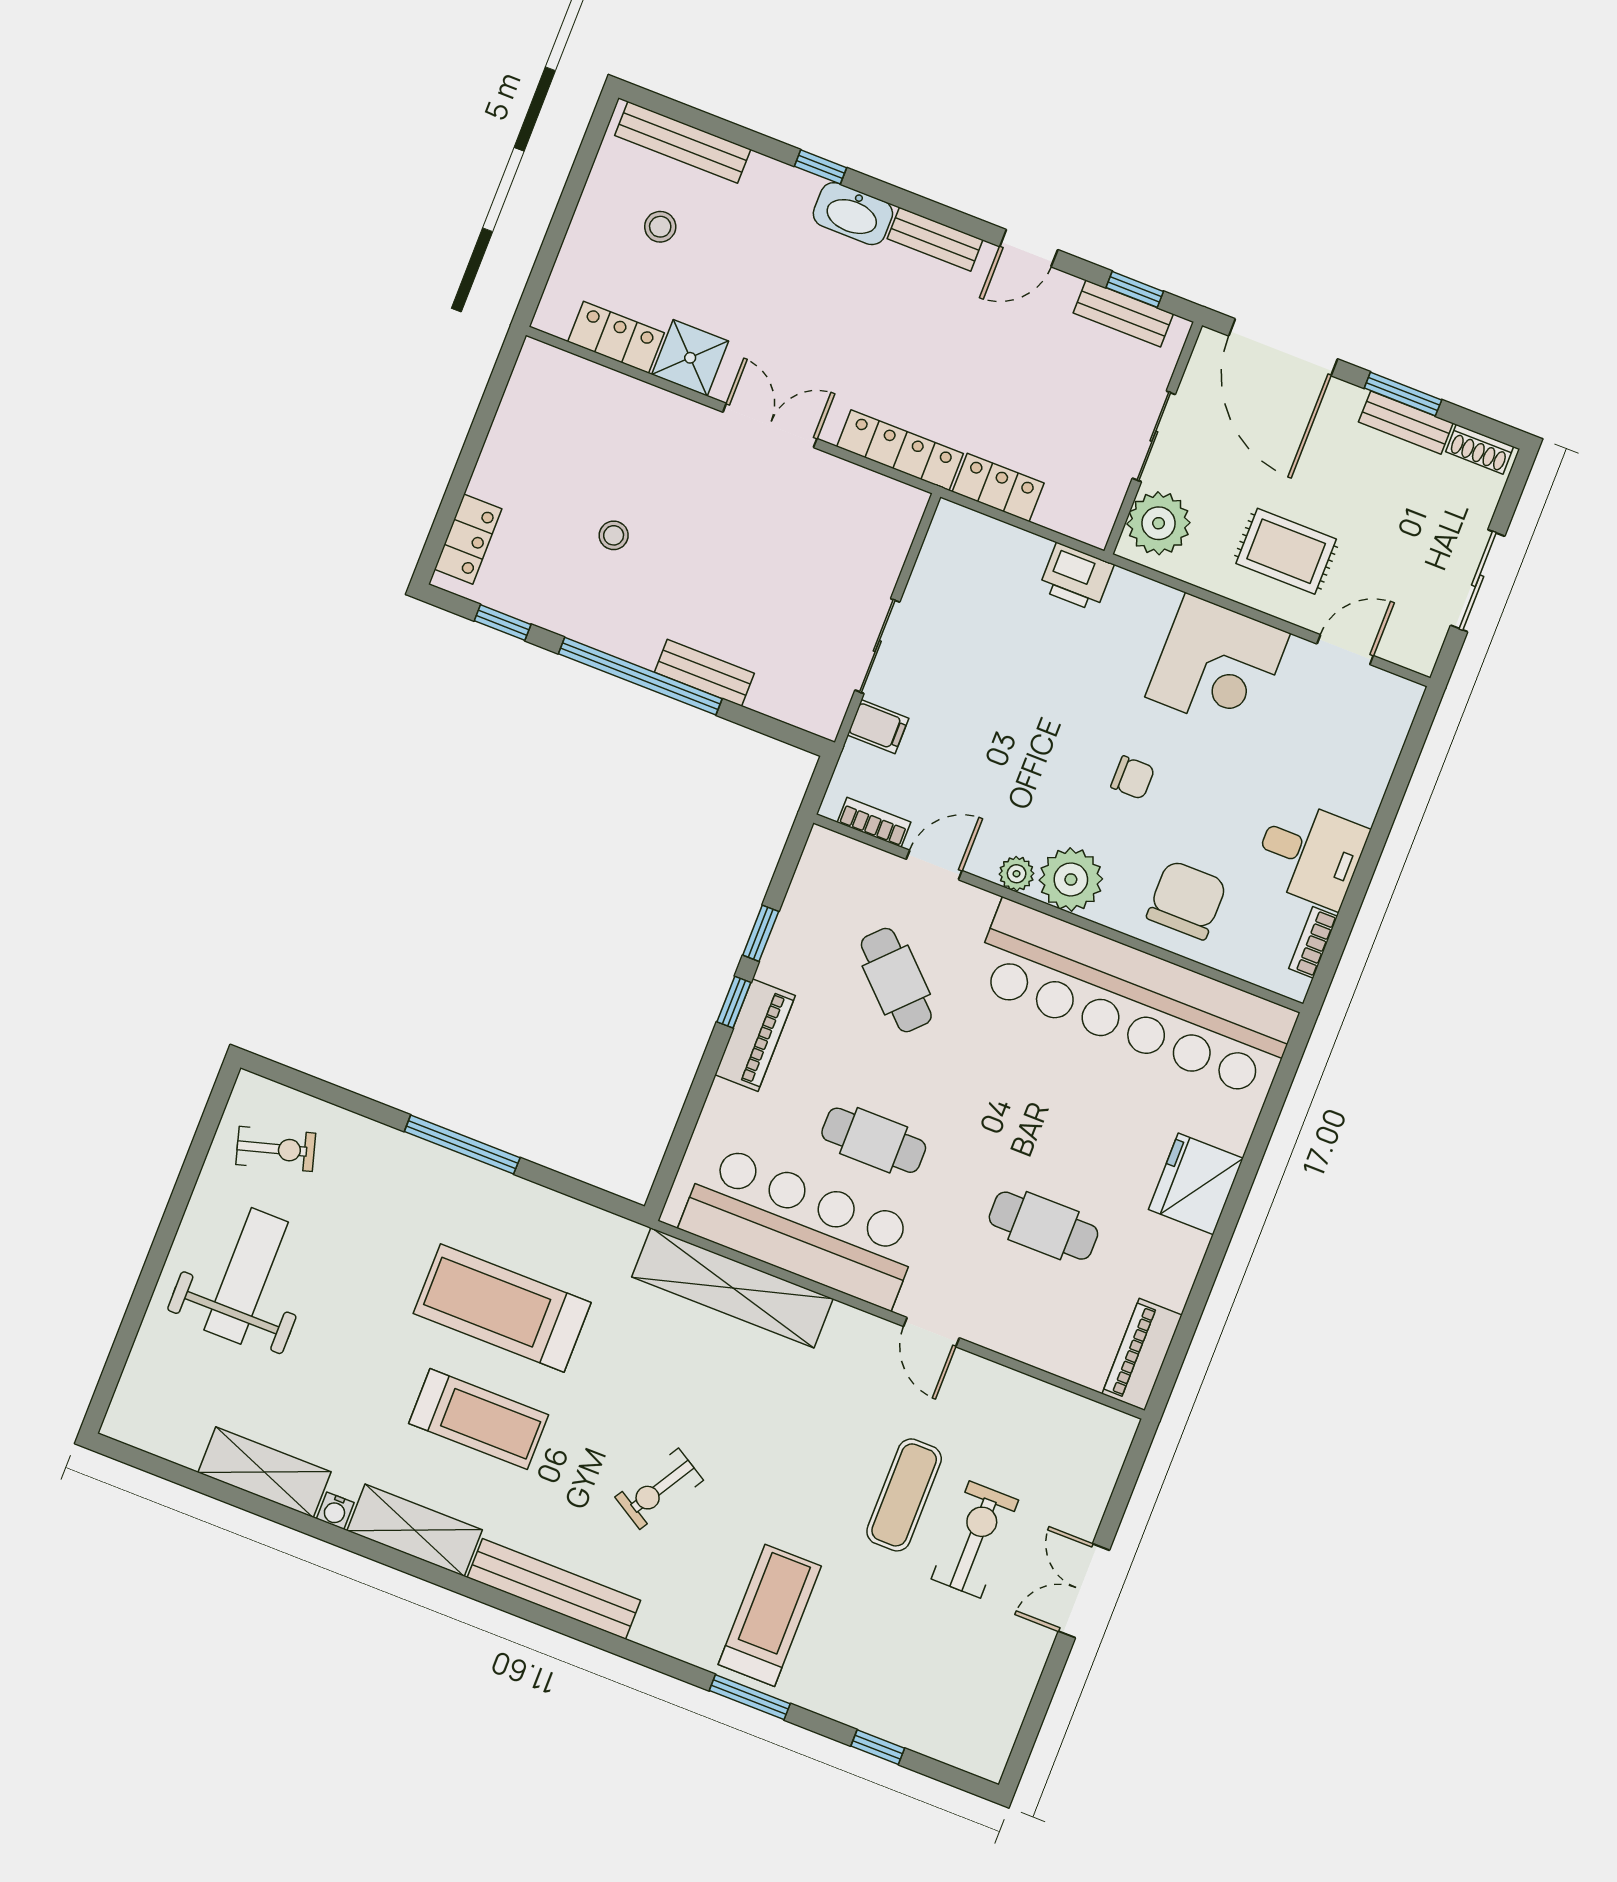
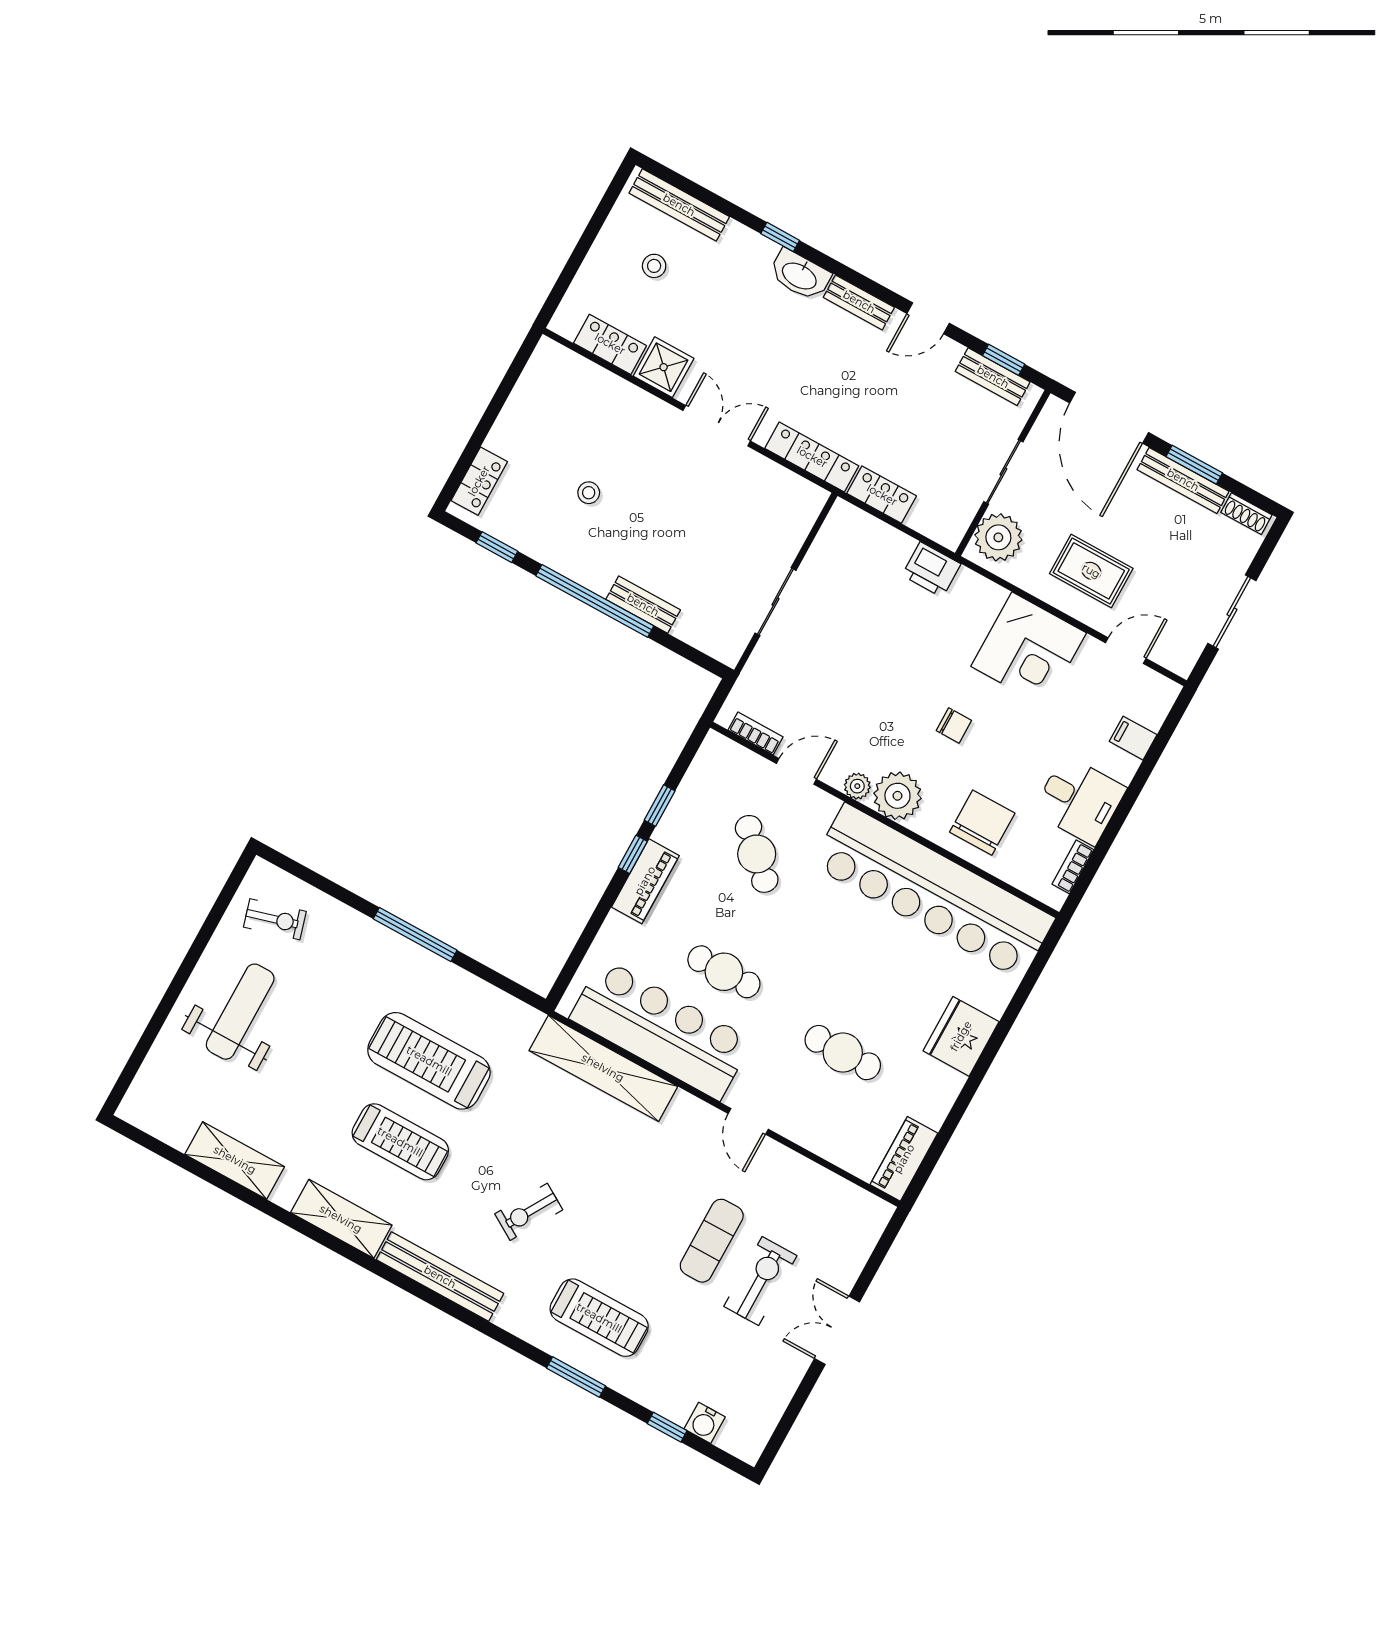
bench: (1406, 423) -> (1183, 480), width x1.36
filing cabinet: (878, 727) -> (1133, 738), moved, turned 180
water cooler: (335, 1511) -> (705, 1423), moved, width x1.38, depth x1.38
treadmill: (770, 1615) -> (599, 1318), turned 90

